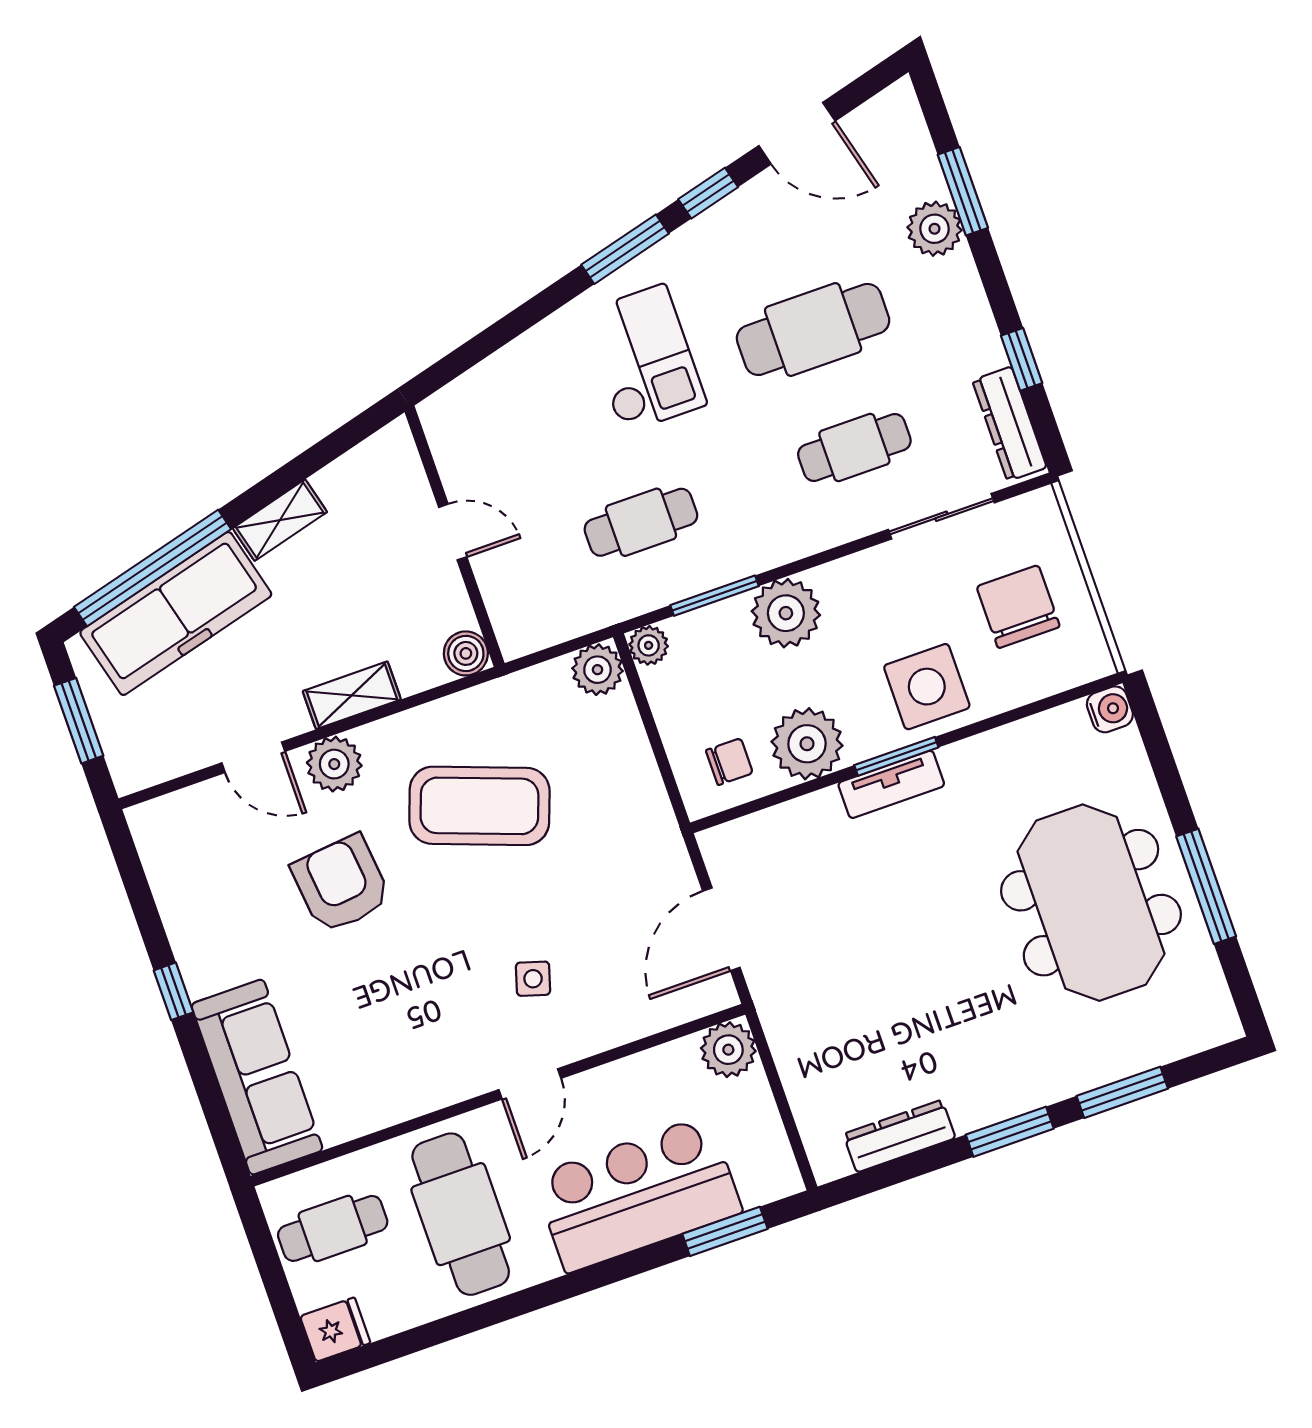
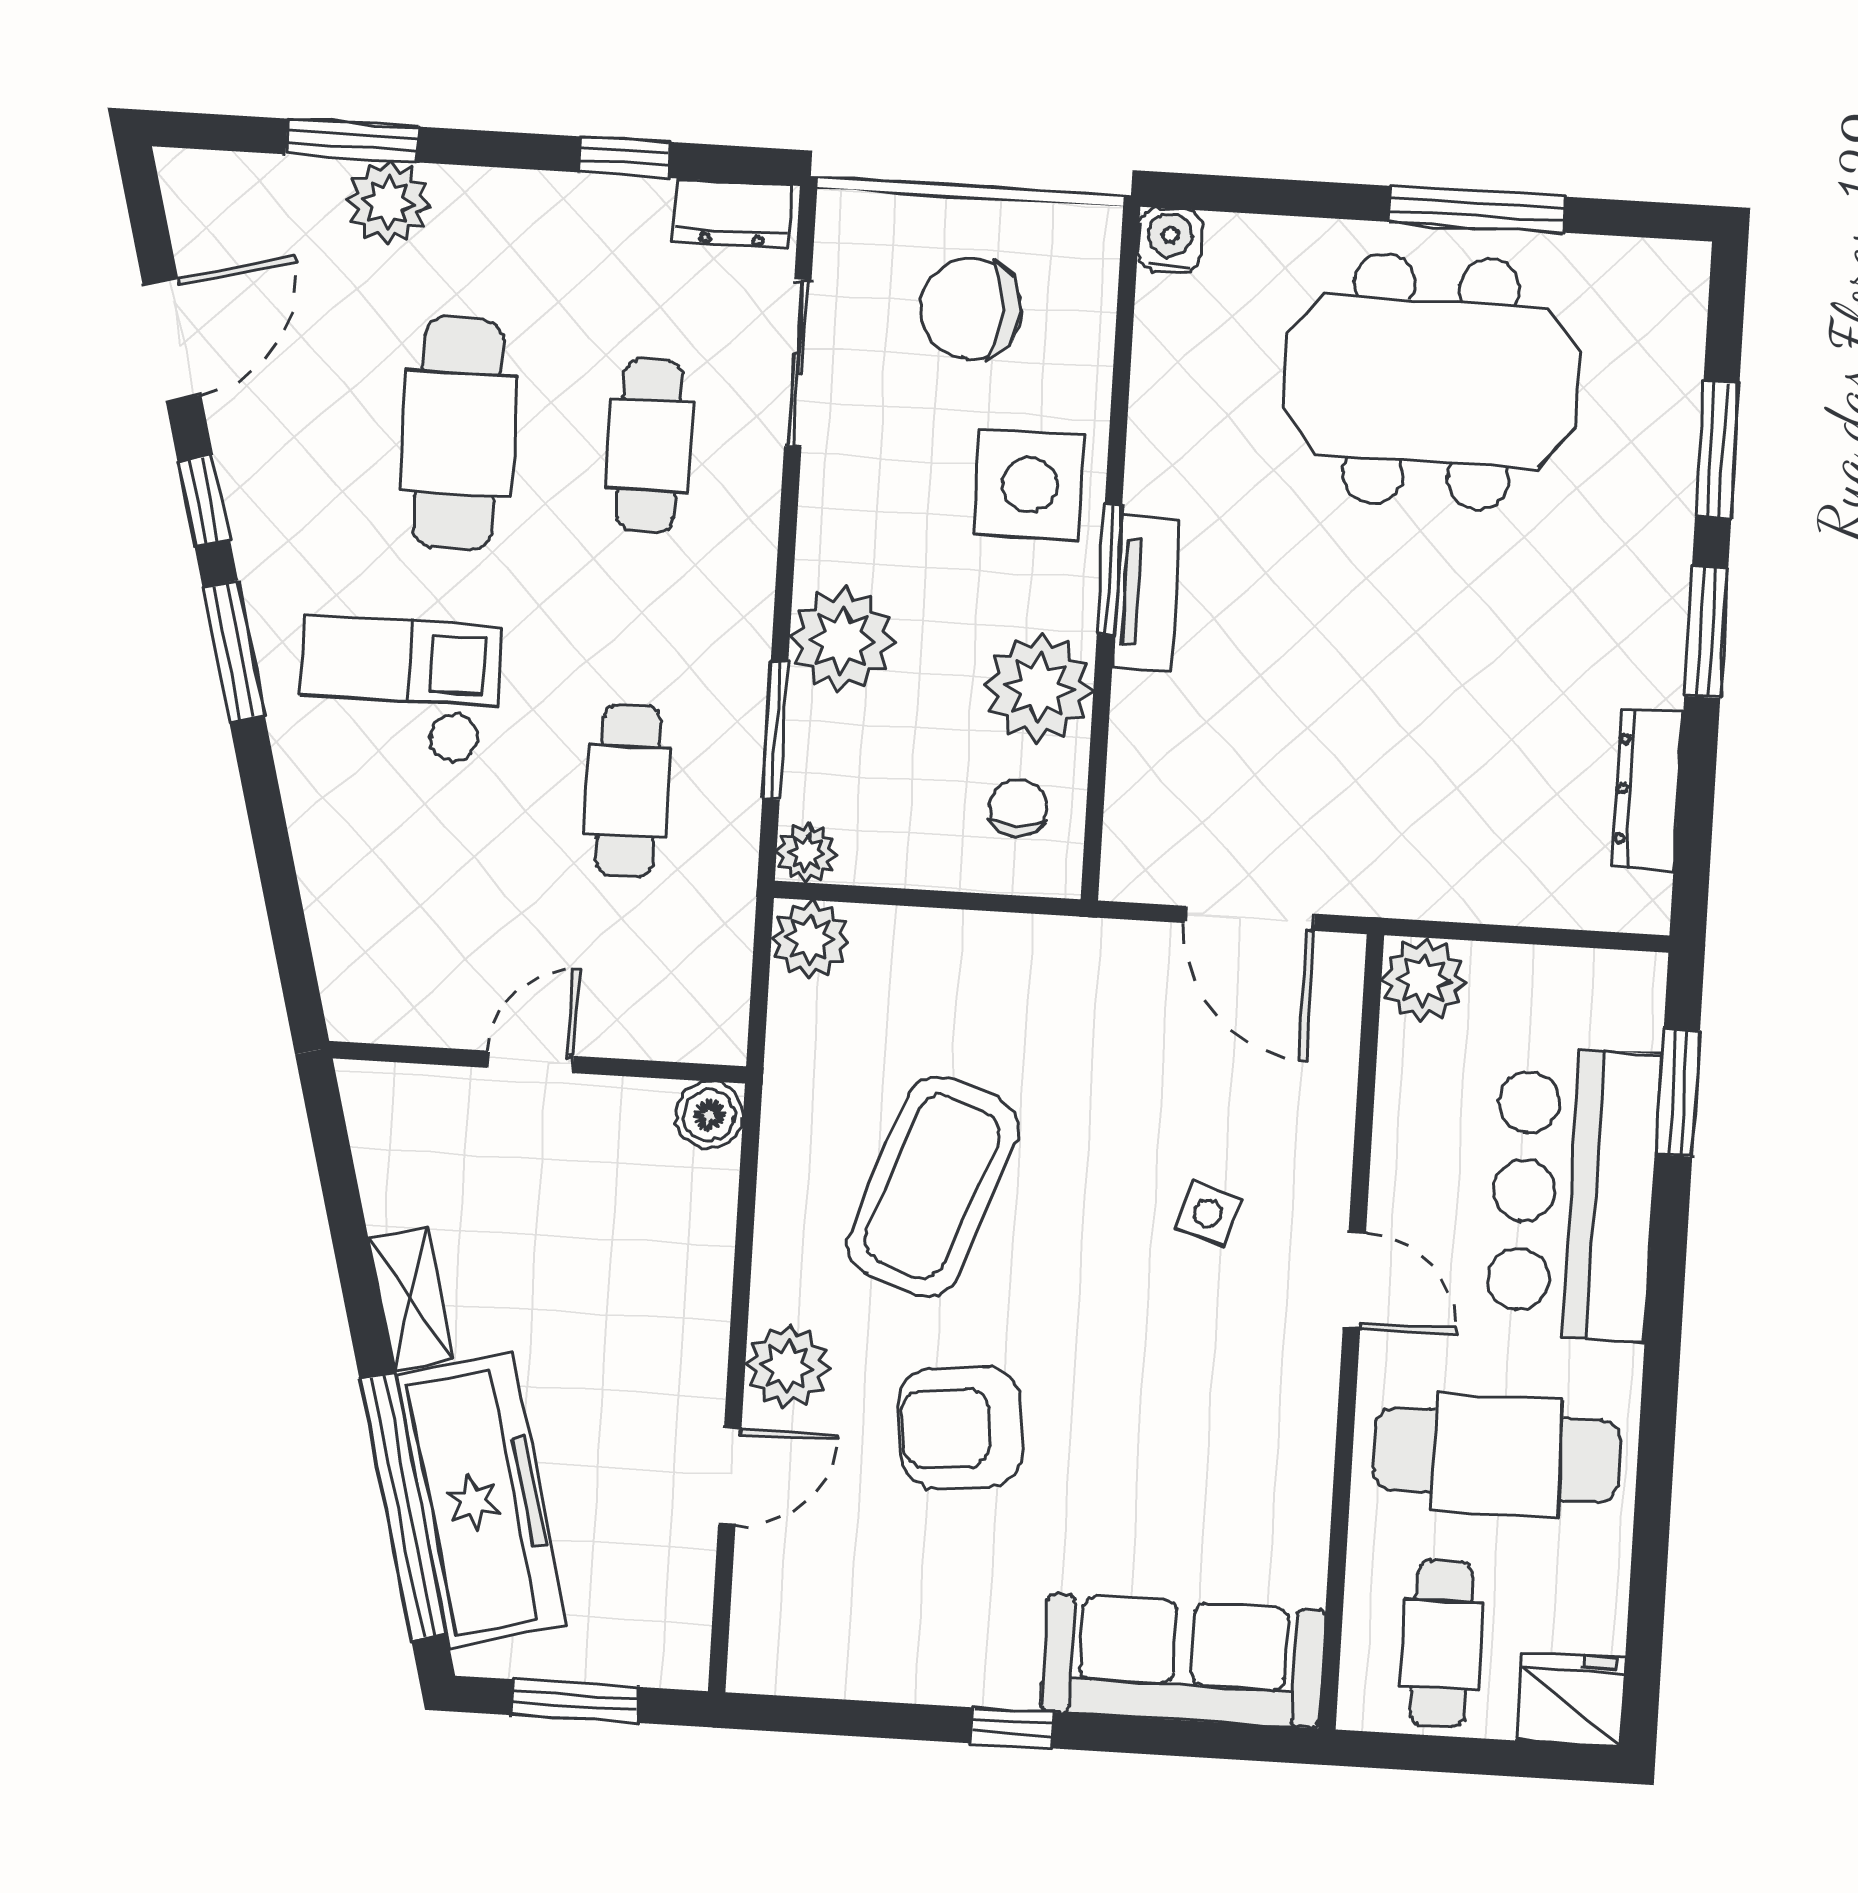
dresser: (1009, 424) -> (733, 214), width x0.70
shelving: (352, 695) -> (701, 1301), removed
fridge: (335, 1330) -> (1571, 1699), width x1.38

